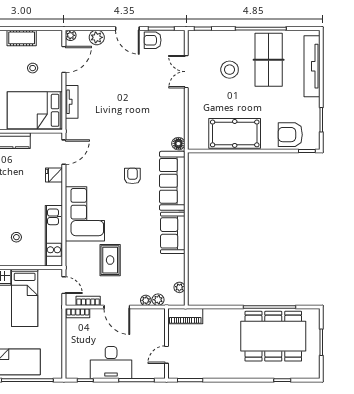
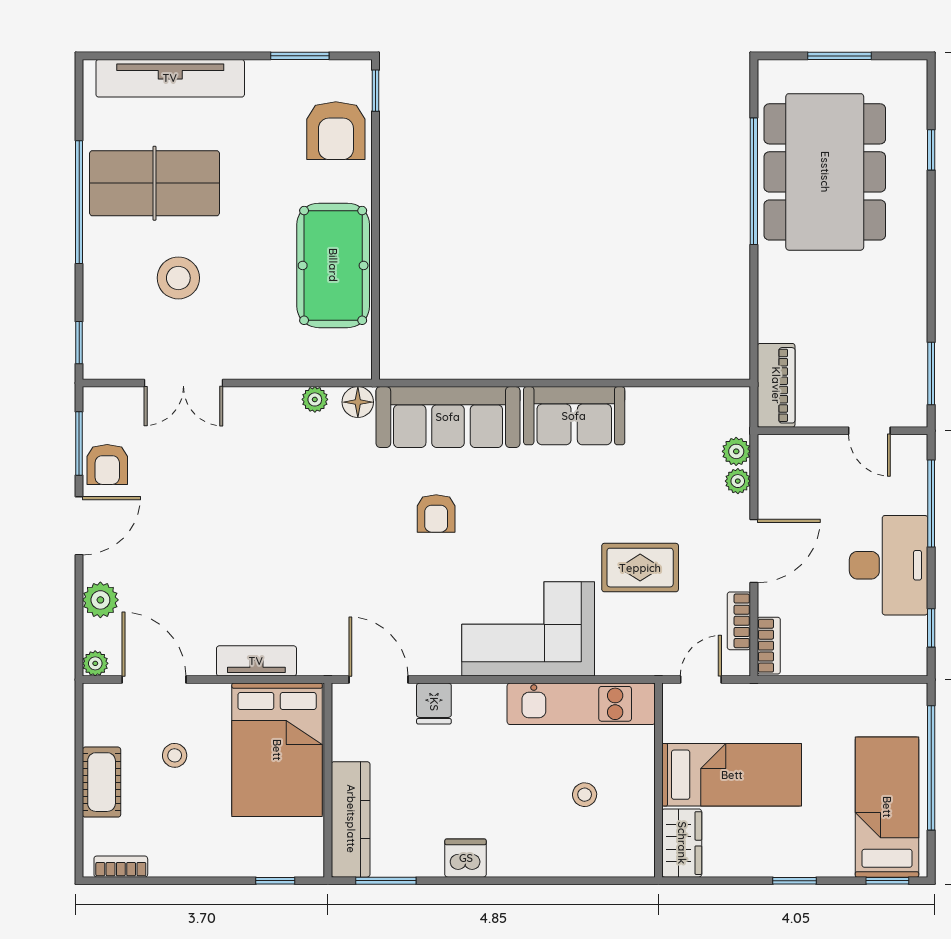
armchair: (132, 176) -> (436, 513), turned -90
plant: (179, 287) -> (315, 399), moved

